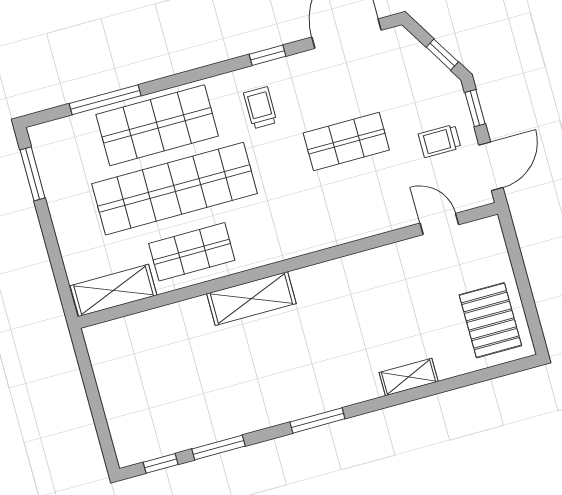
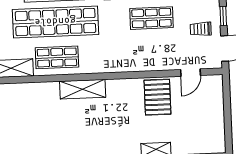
door: (439, 224) -> (191, 73), swing flipped
pallet: (490, 320) -> (157, 97), moved

